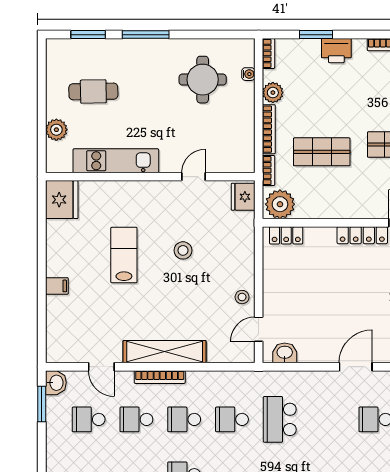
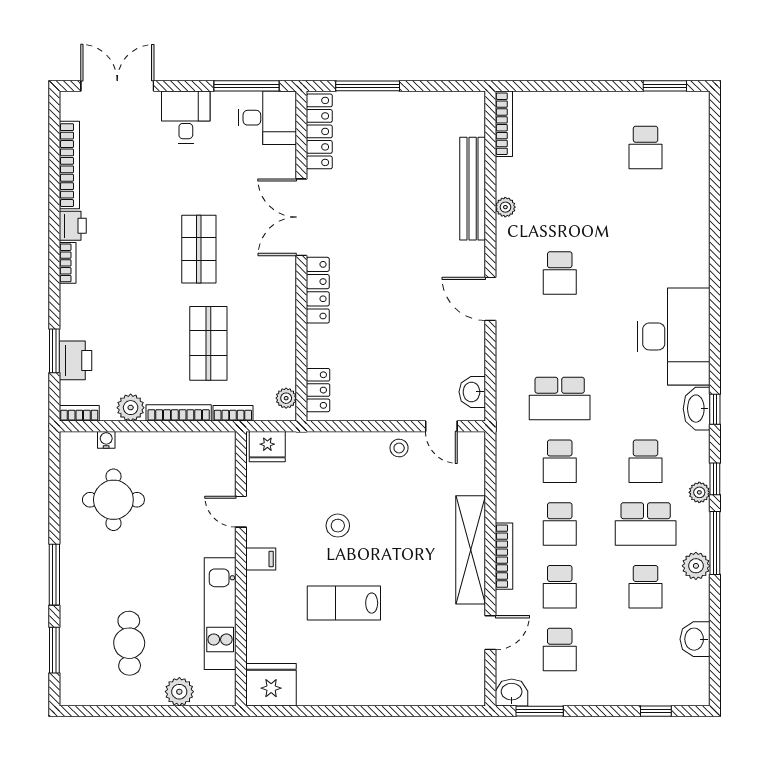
printer: (336, 51) -> (75, 360), moved
plant: (280, 204) -> (286, 398), width x0.53, depth x0.53
filing cabinet: (57, 286) -> (261, 559), moved, turned 90

